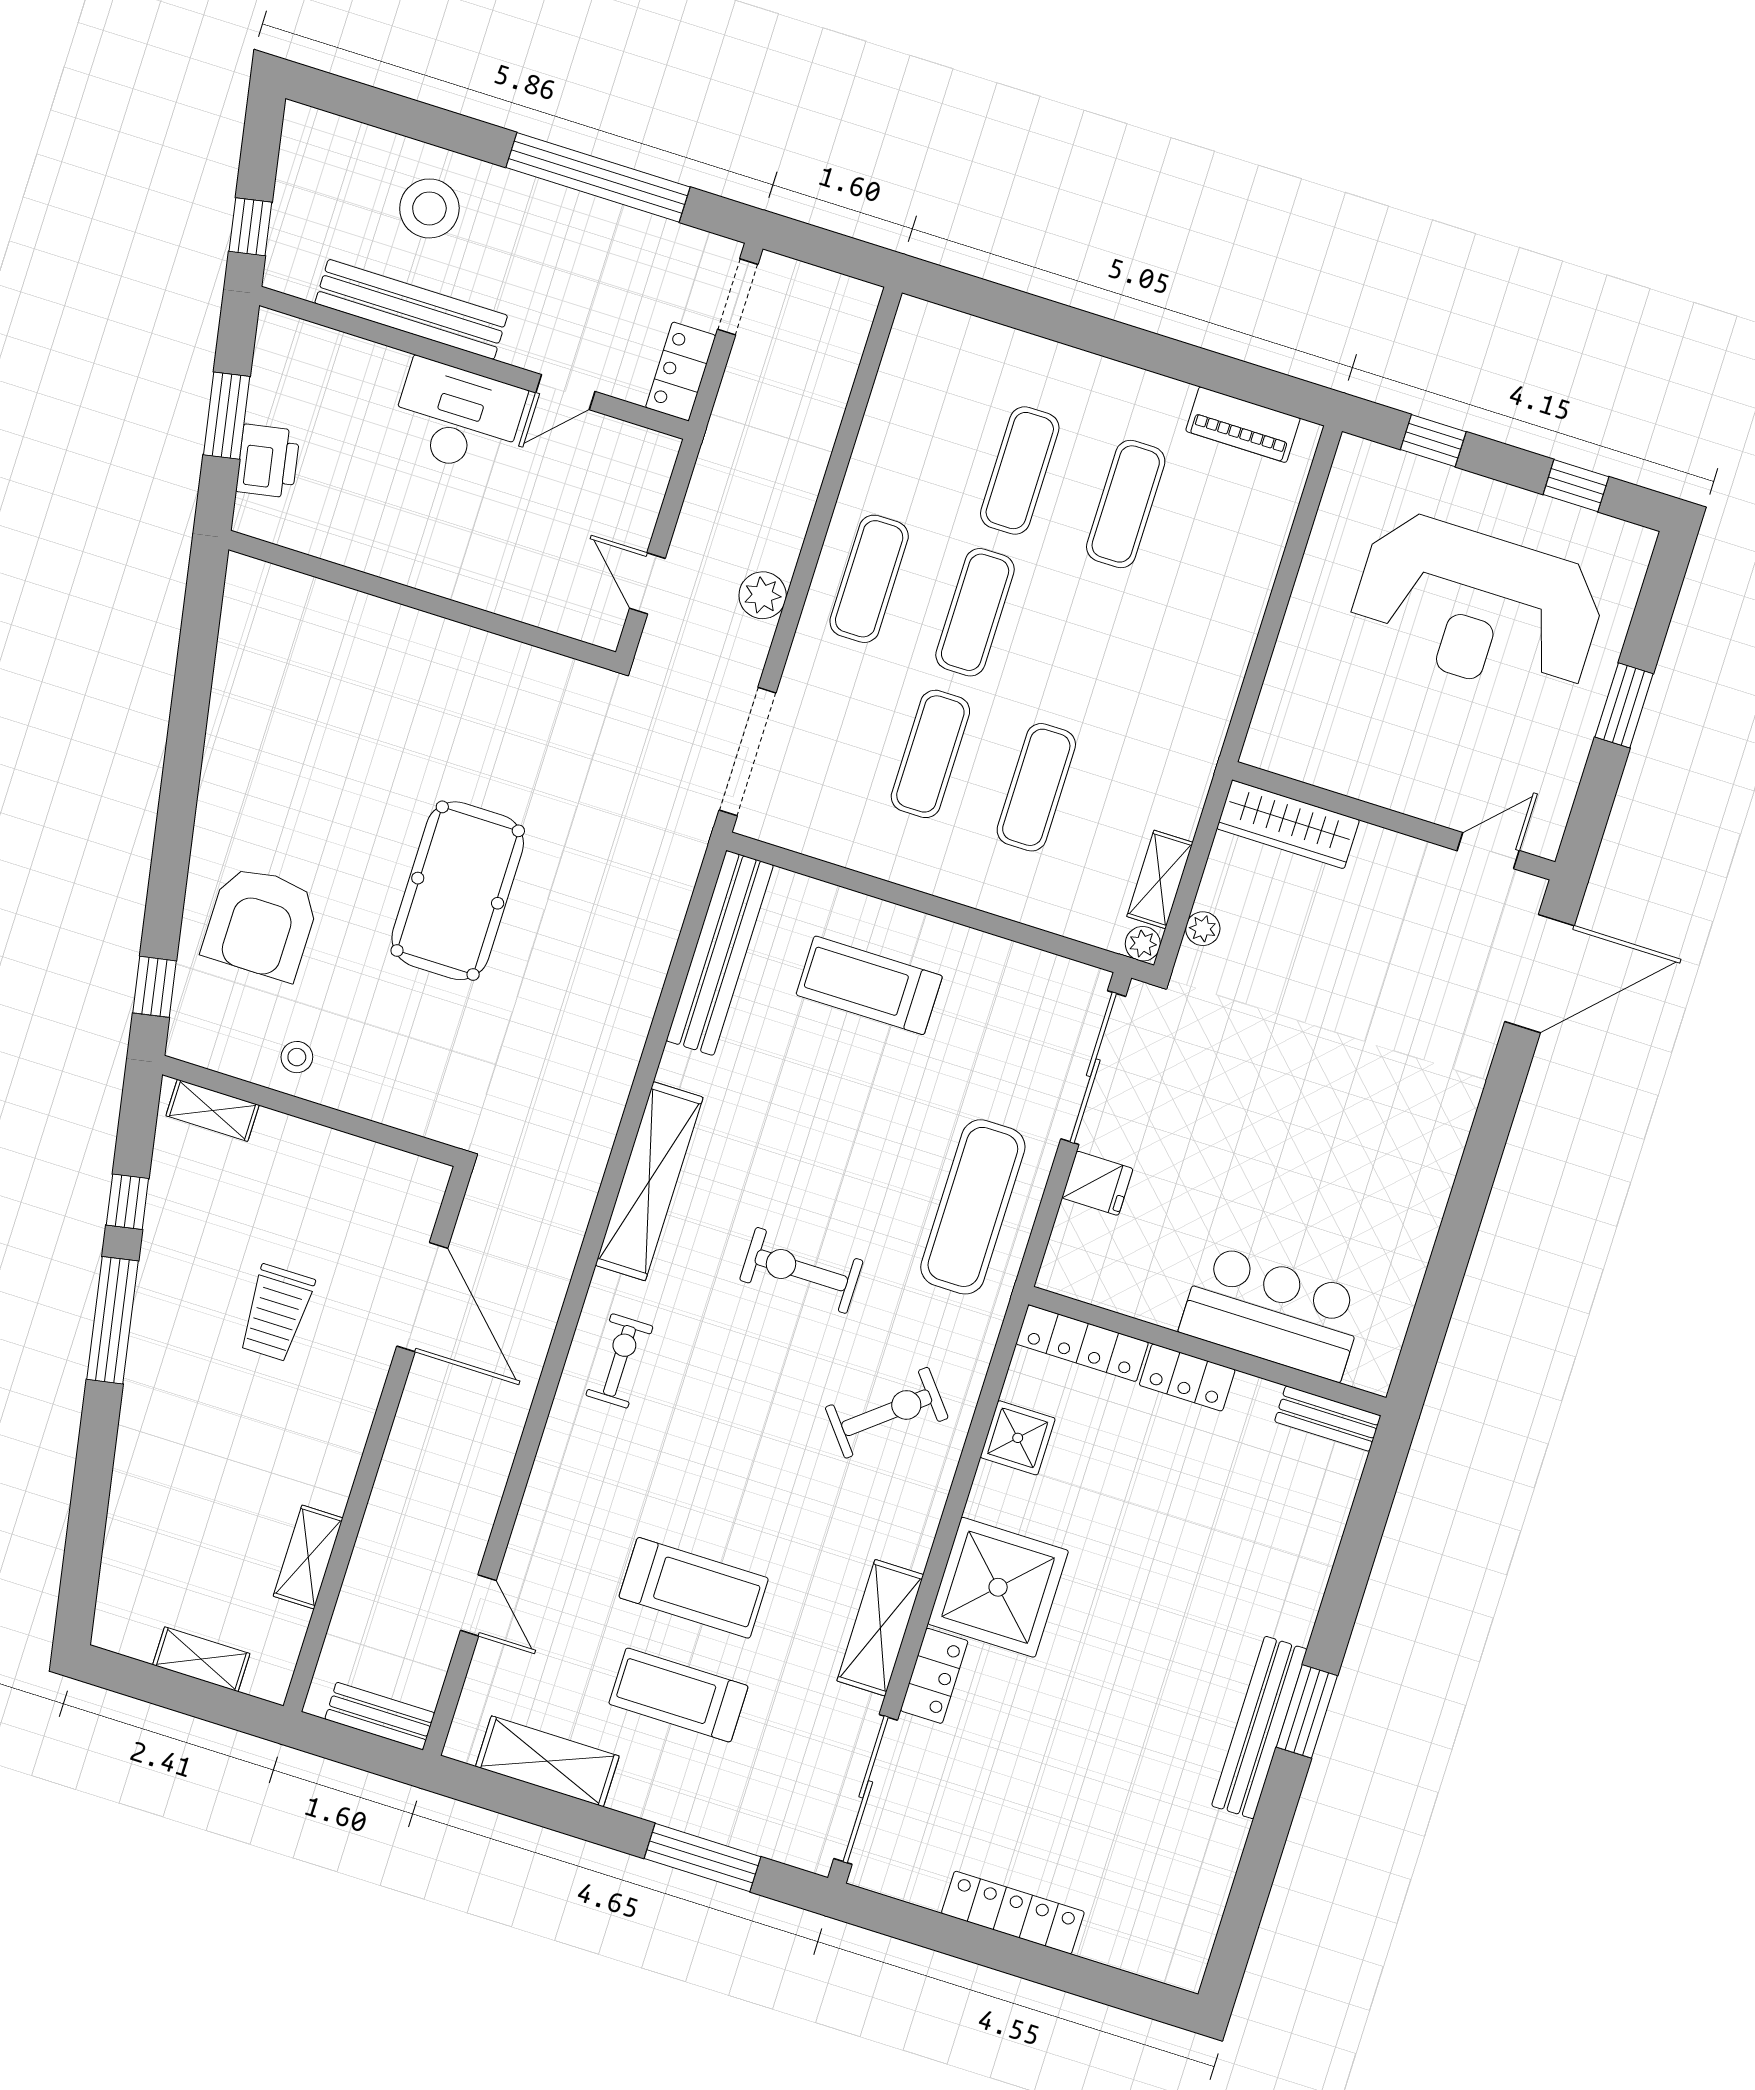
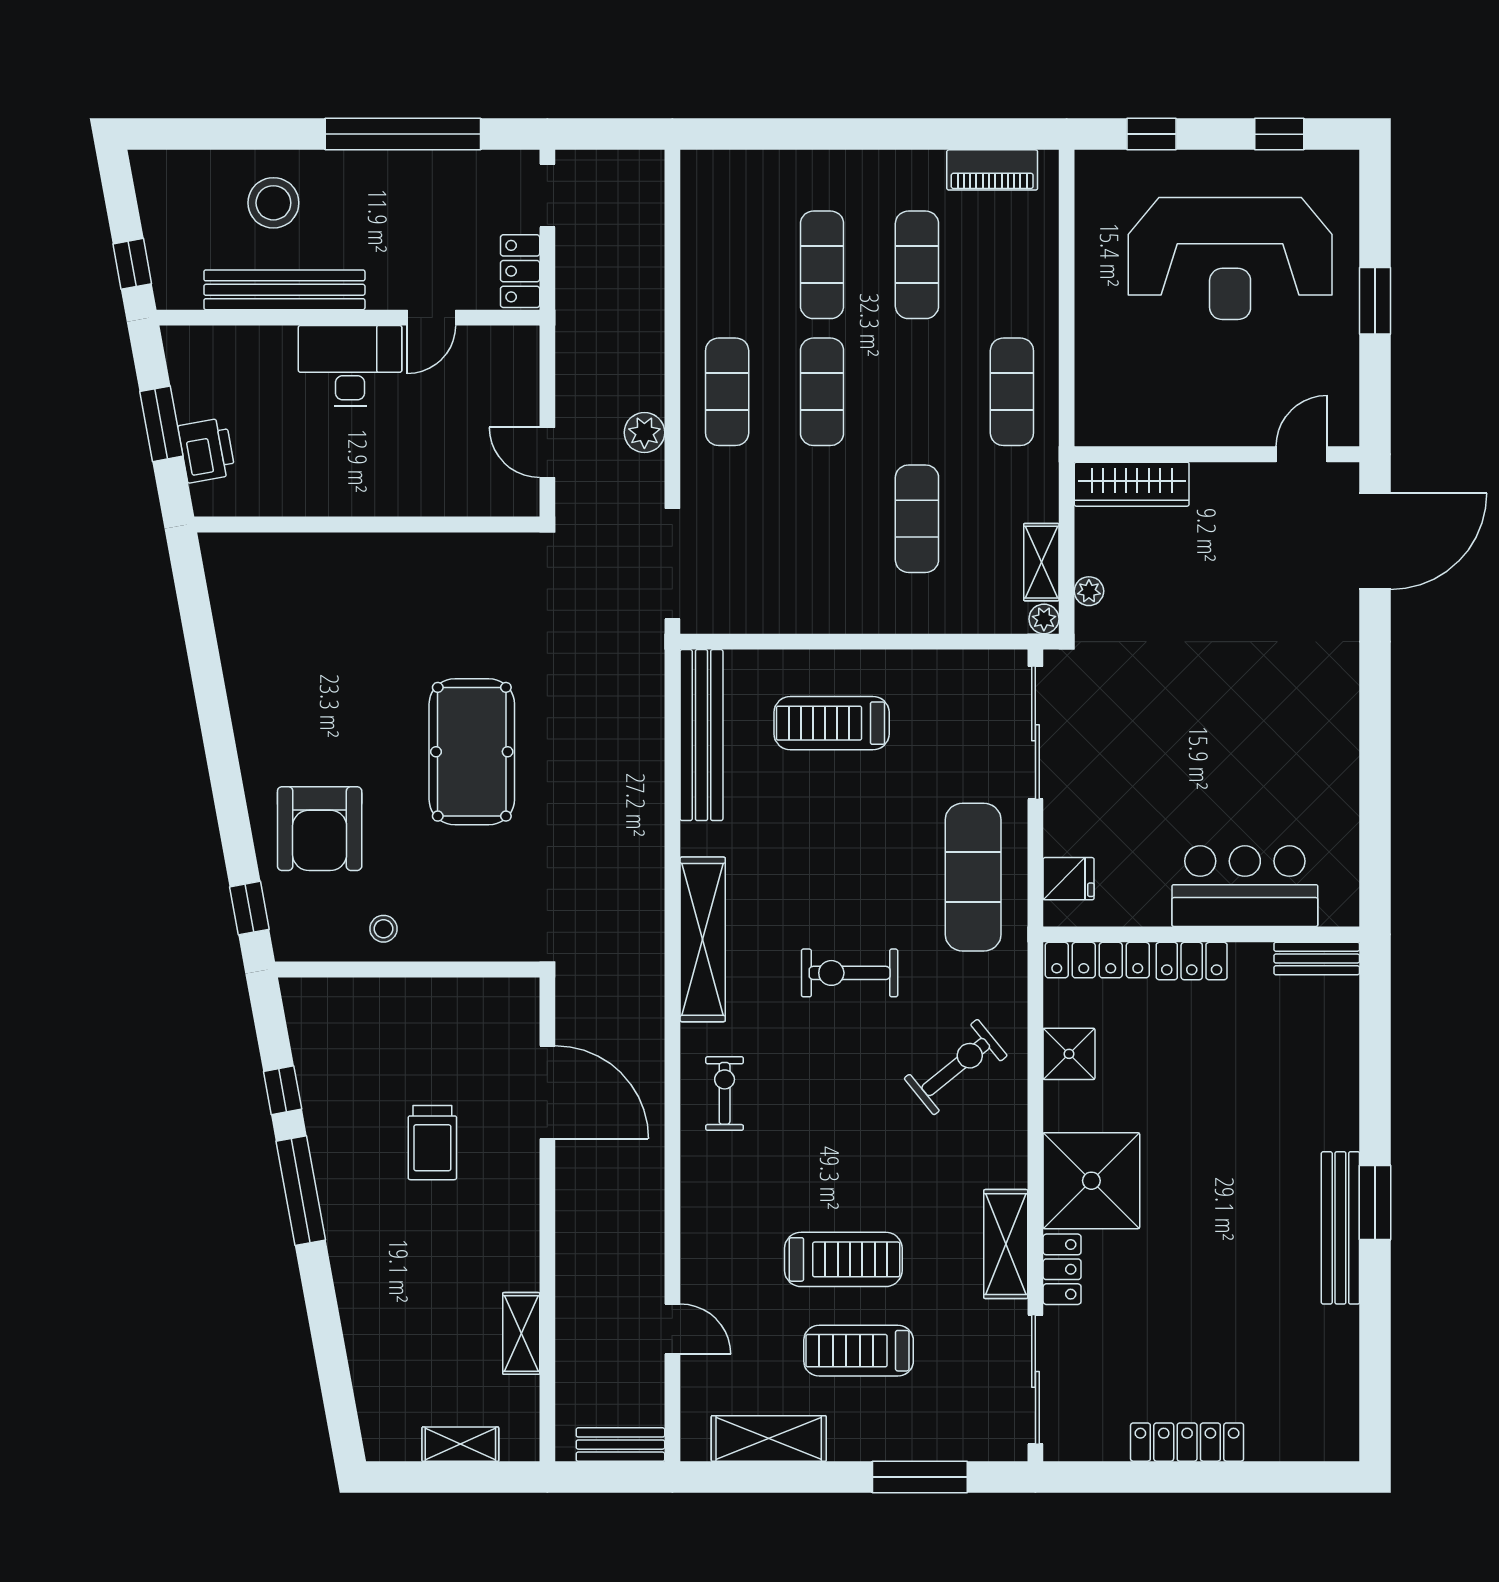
exercise mat: (930, 754) -> (1012, 392), moved
shelving: (213, 1110) -> (328, 994), removed
fridge: (1097, 1183) -> (1069, 879), moved

